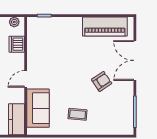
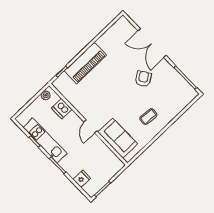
piano: (105, 27) -> (85, 63), moved
kitchen counter: (16, 119) -> (110, 159), removed

